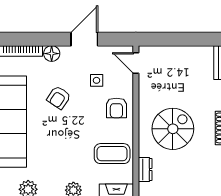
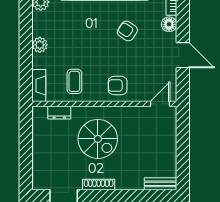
side table: (97, 80) -> (144, 67), removed
coffee table: (112, 154) -> (74, 81), width x0.73, depth x0.77

